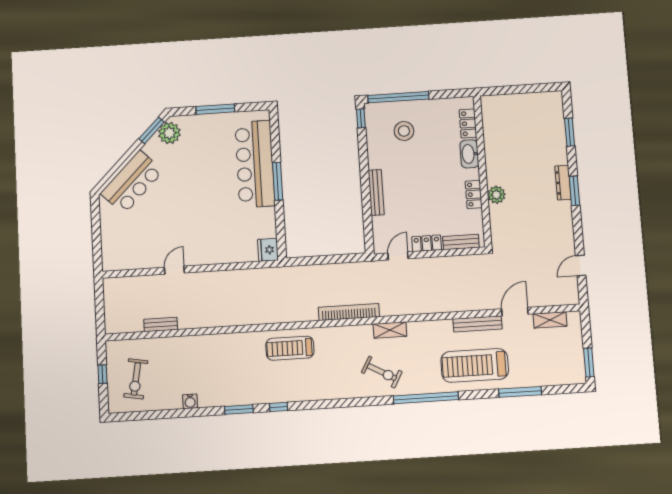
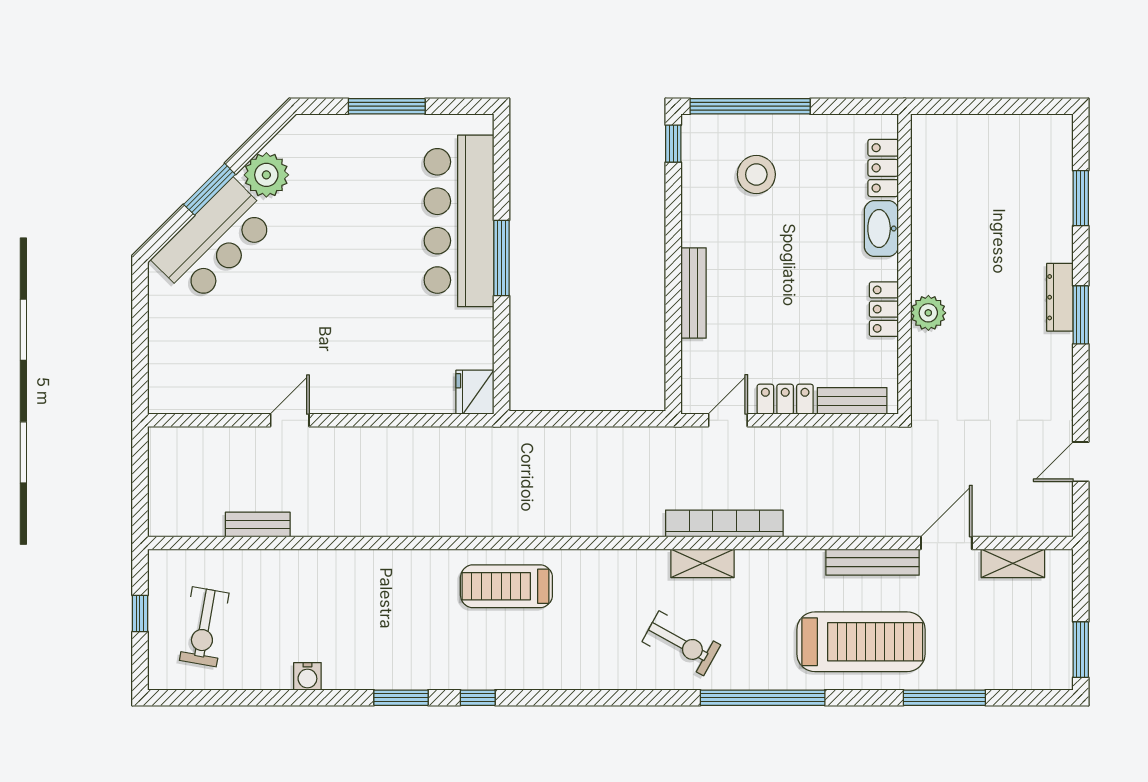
window: (152, 130) -> (210, 189), moved
plant: (169, 133) -> (266, 175), moved
bookcase: (349, 312) -> (724, 523), moved
treadmill: (475, 365) -> (861, 642), turned 180

